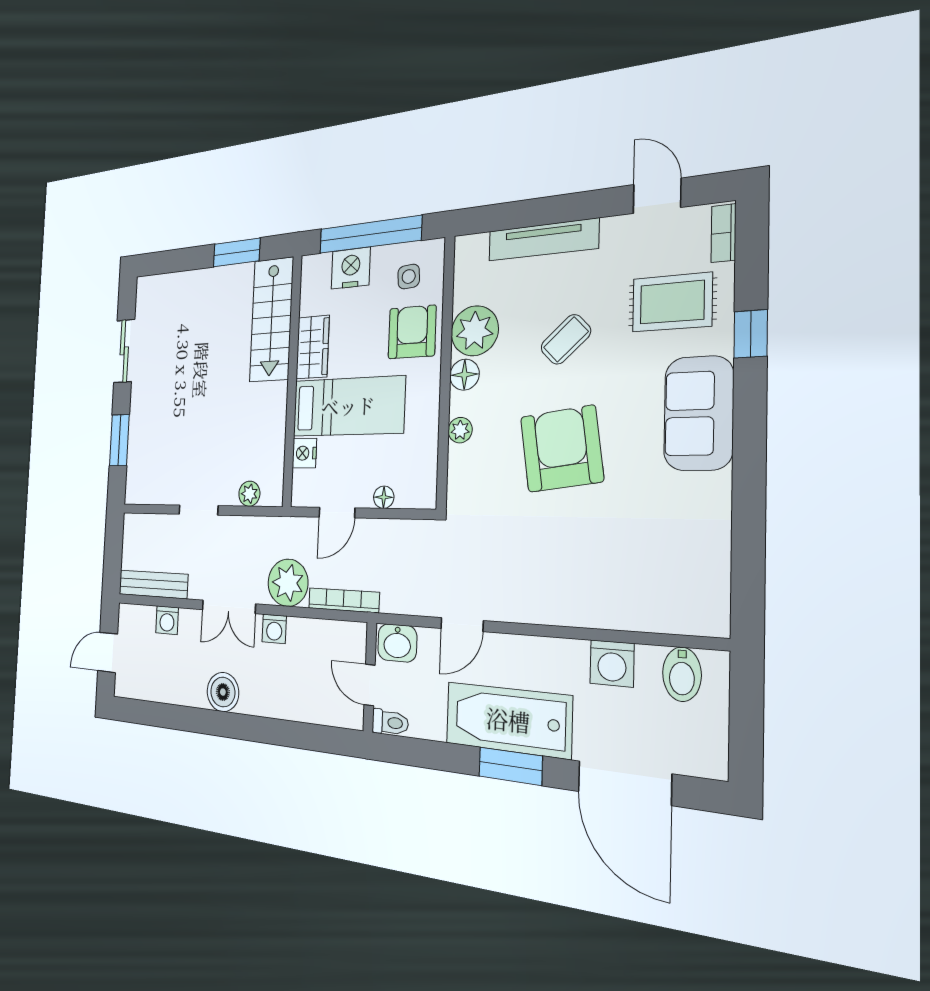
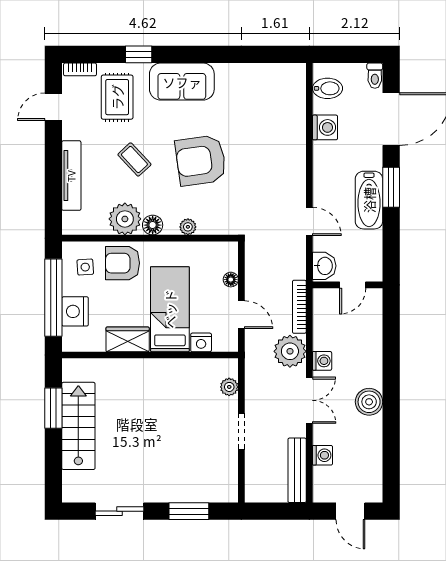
stairs: (271, 320) -> (78, 426), moved, turned -90
bathtub: (508, 720) -> (369, 200), width x0.73, depth x0.73
toilet: (390, 722) -> (375, 76), moved, turned 180

